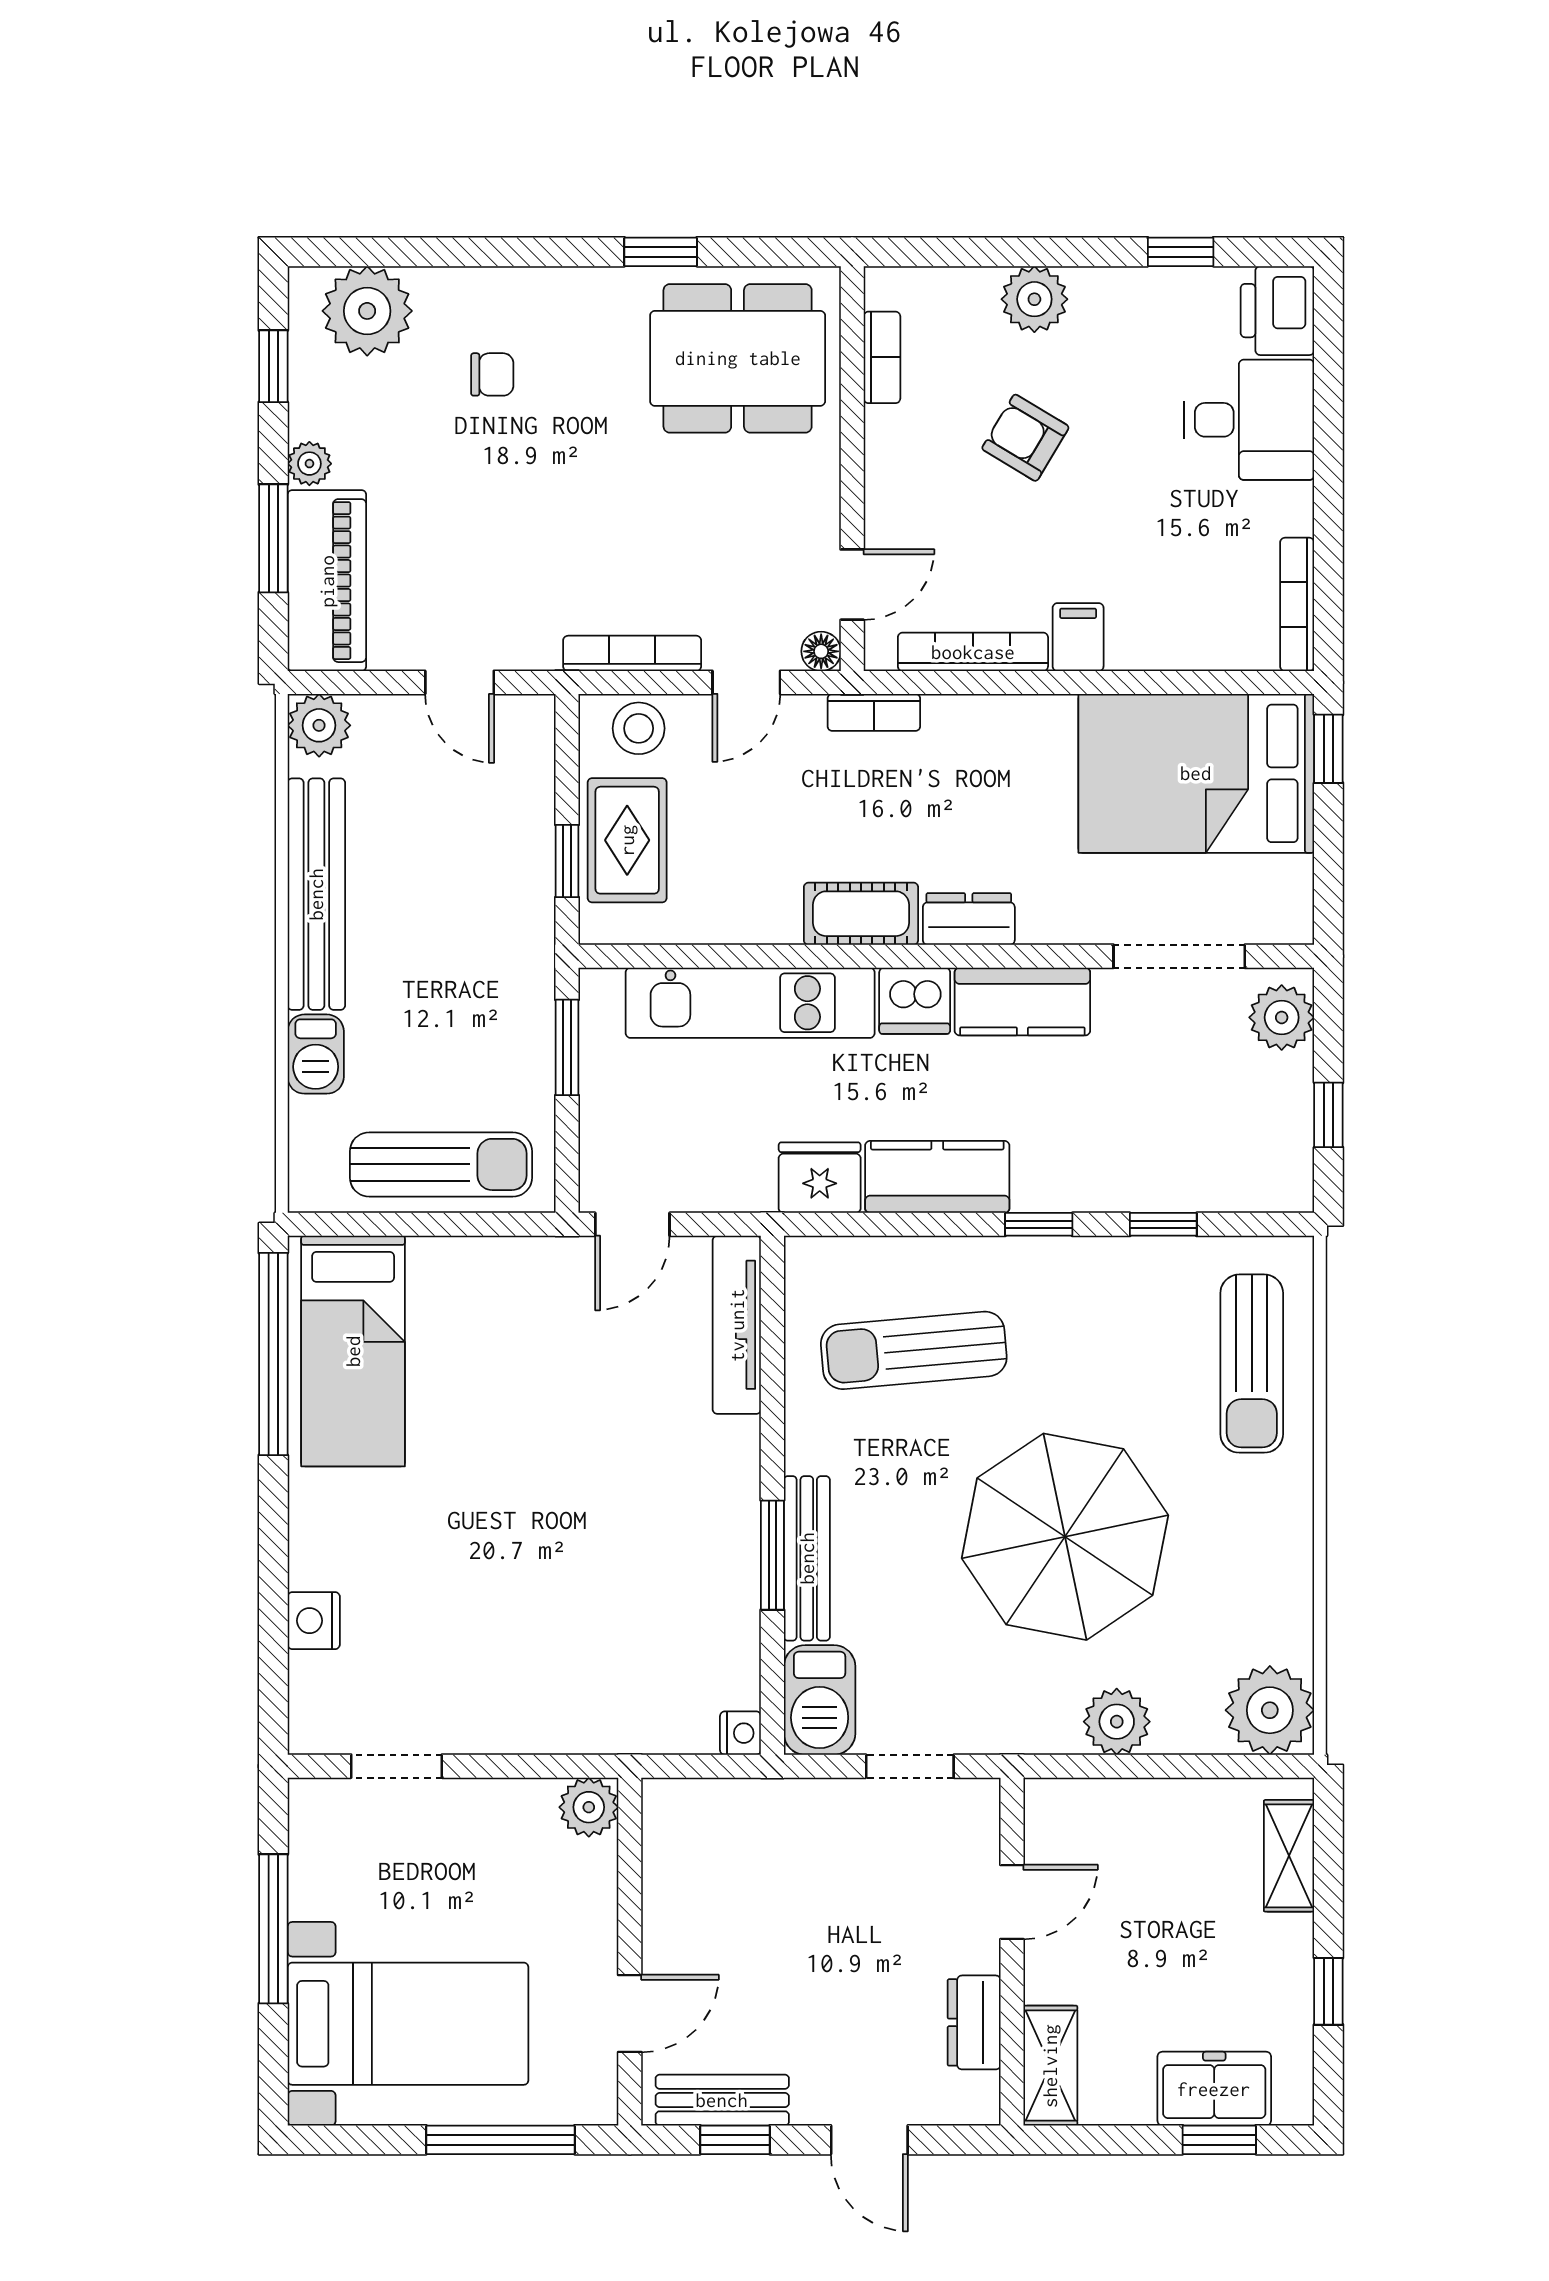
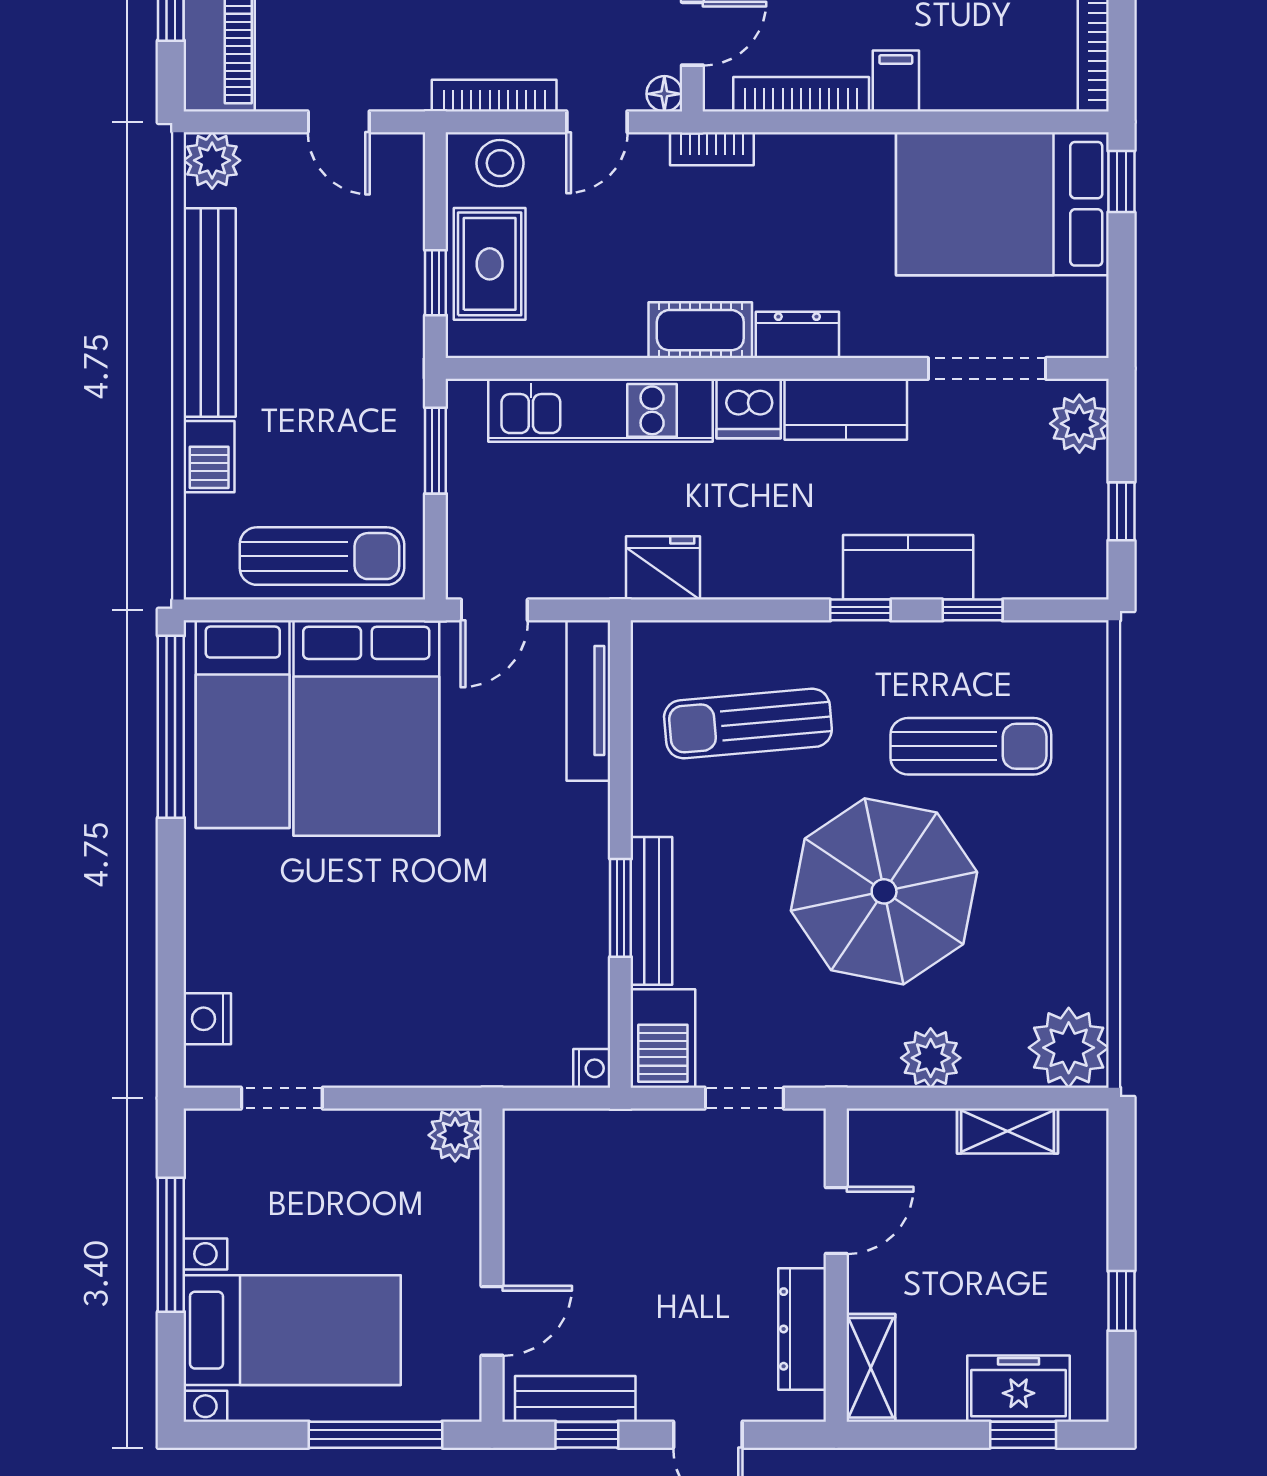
kitchen counter: (937, 1177) -> (908, 567), moved
bed: (490, 1355) -> (366, 728), added
sun lounger: (1252, 1364) -> (971, 746), moved, turned -90
nightstand: (314, 1621) -> (207, 1019), moved
shelving: (1289, 1856) -> (1007, 1131), moved, turned 90
dresser: (974, 2022) -> (802, 1329), width x1.44

